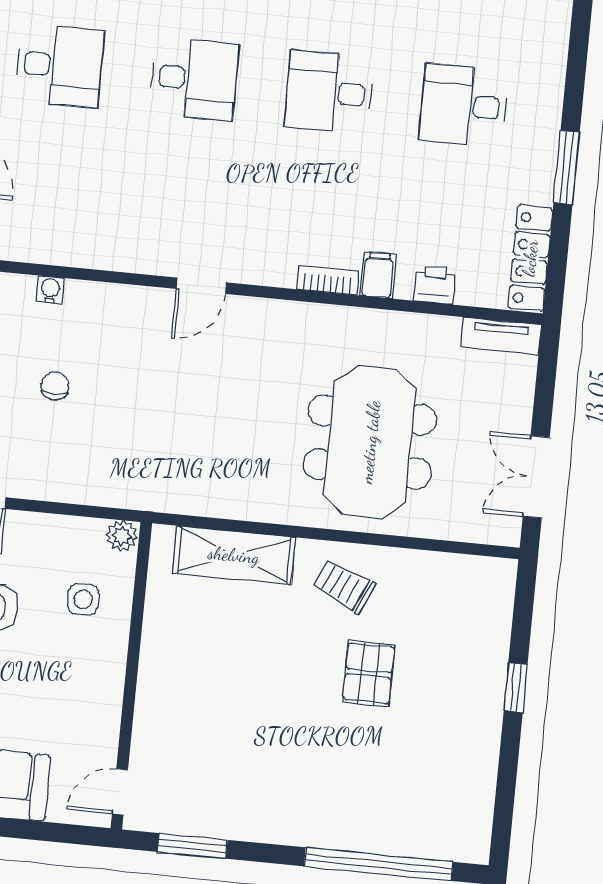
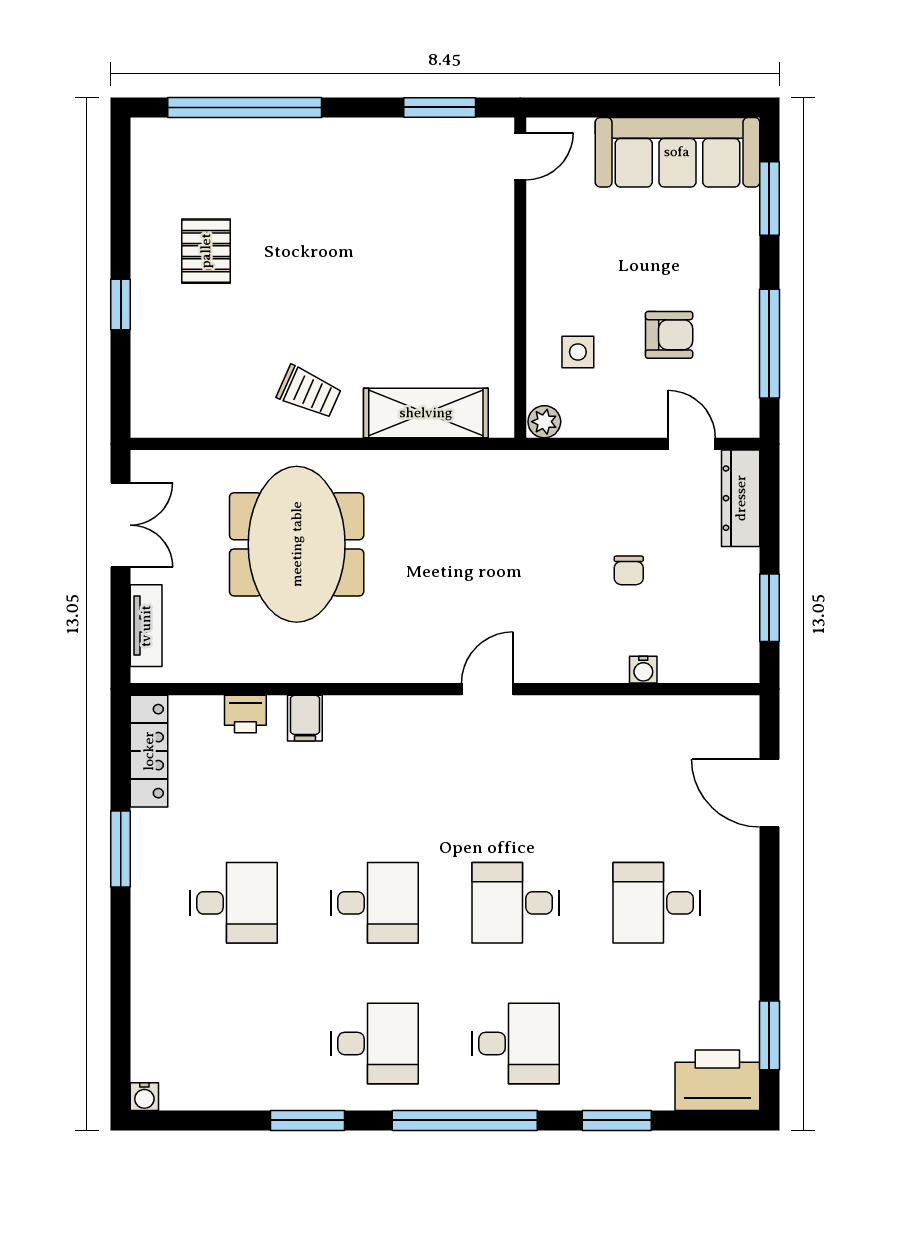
bookcase: (327, 280) -> (357, 708), removed
tv unit: (501, 336) -> (146, 626), moved, turned 90
pallet: (369, 673) -> (206, 251), moved

